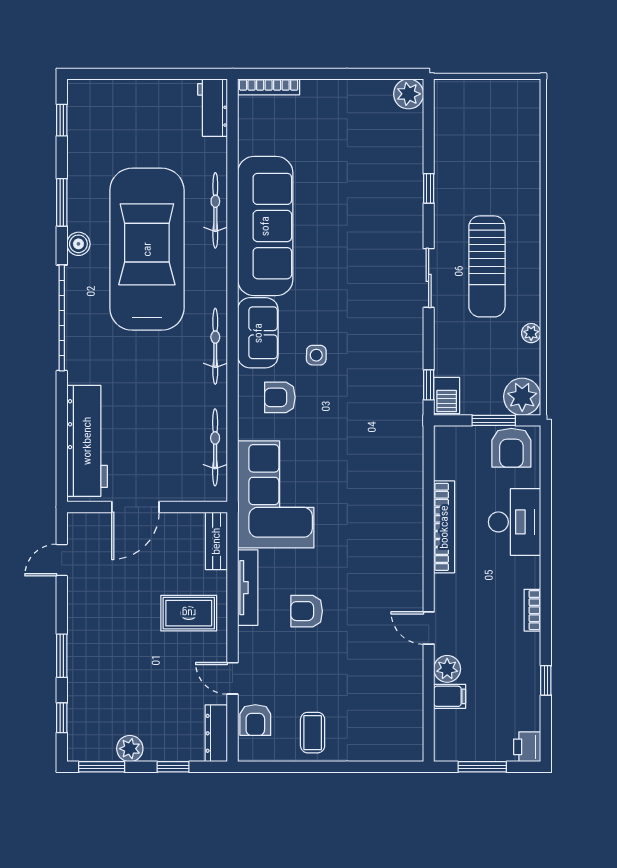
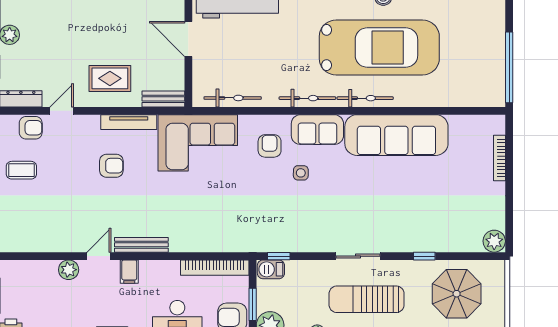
window: (174, 74) -> (509, 67), added
bookcase: (269, 87) -> (499, 158), moved
workbench: (213, 108) -> (484, 96), removed
parasol: (480, 145) -> (457, 294), added
bicycle: (215, 210) -> (365, 98), moved
bookcase: (444, 527) -> (215, 268), moved
bench: (413, 571) -> (141, 245), added
armchair: (307, 611) -> (111, 166), turned 90
rug: (189, 613) -> (110, 78), turned 90
filing cabinet: (450, 696) -> (129, 272), moved
armchair: (255, 720) -> (31, 128), turned 180

